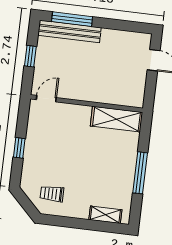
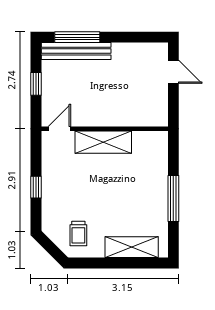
shelving: (116, 119) -> (103, 142), moved
trolley: (52, 194) -> (78, 234), turned -90
shelving: (105, 215) -> (132, 247), width x1.50, depth x1.33

